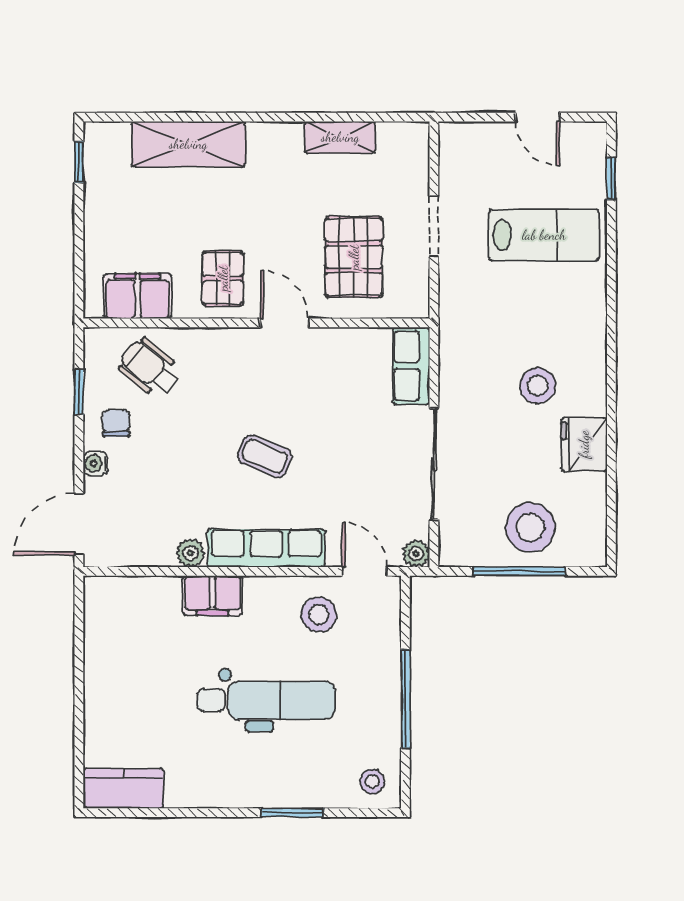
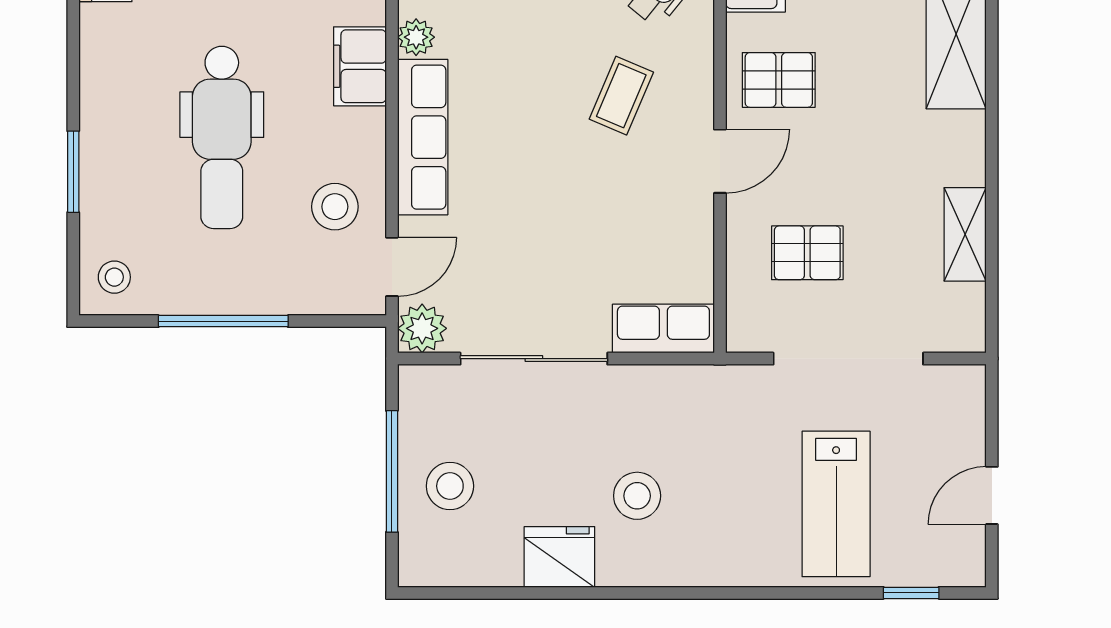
doorway: (434, 226) -> (848, 359), width x1.87
pallet: (354, 257) -> (807, 253), width x0.67, depth x0.71
coffee table: (265, 456) -> (621, 96), moved
stool: (530, 527) -> (450, 486), width x0.73, depth x0.73
plant: (416, 554) -> (422, 328), width x1.38, depth x1.38

